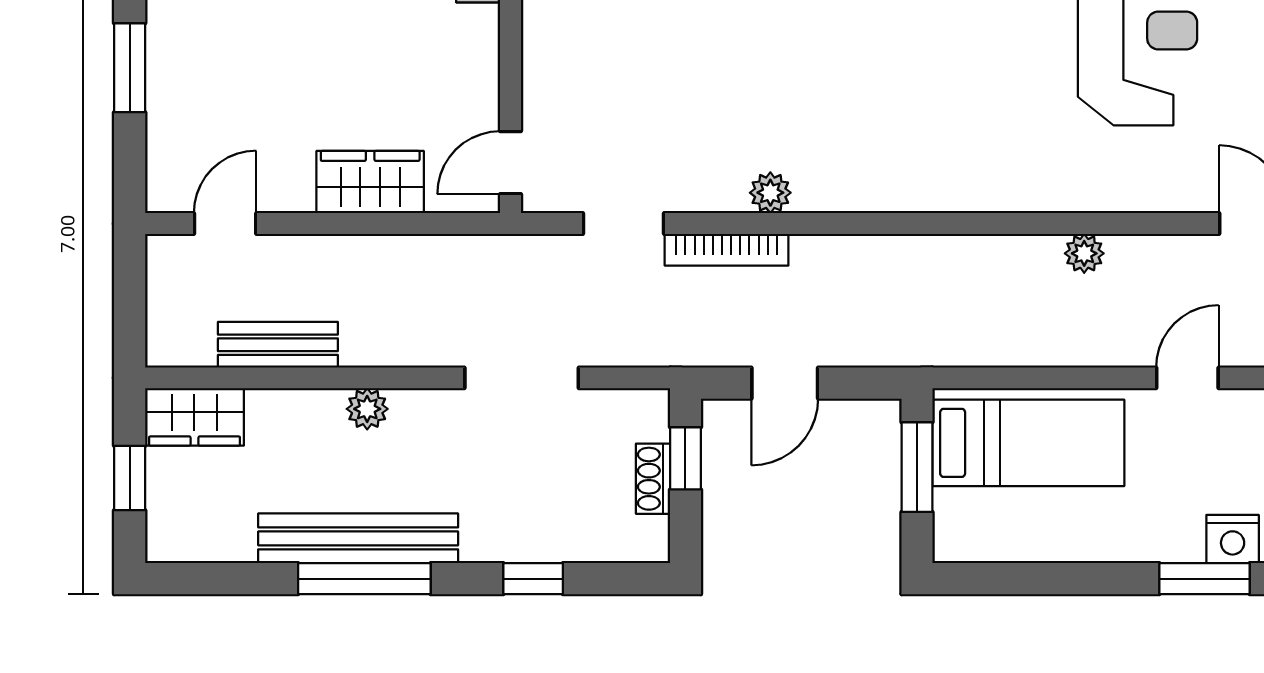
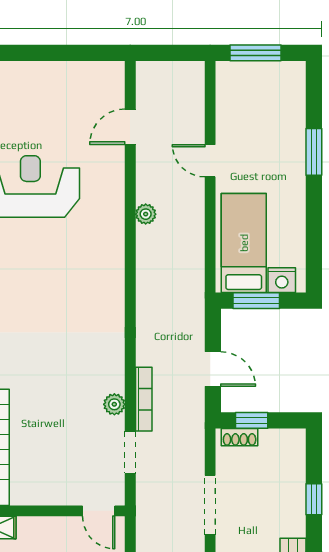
plant: (770, 193) -> (114, 404), moved
shoe rack: (653, 479) -> (240, 437), moved
nightstand: (1233, 539) -> (282, 280), moved, turned 90

